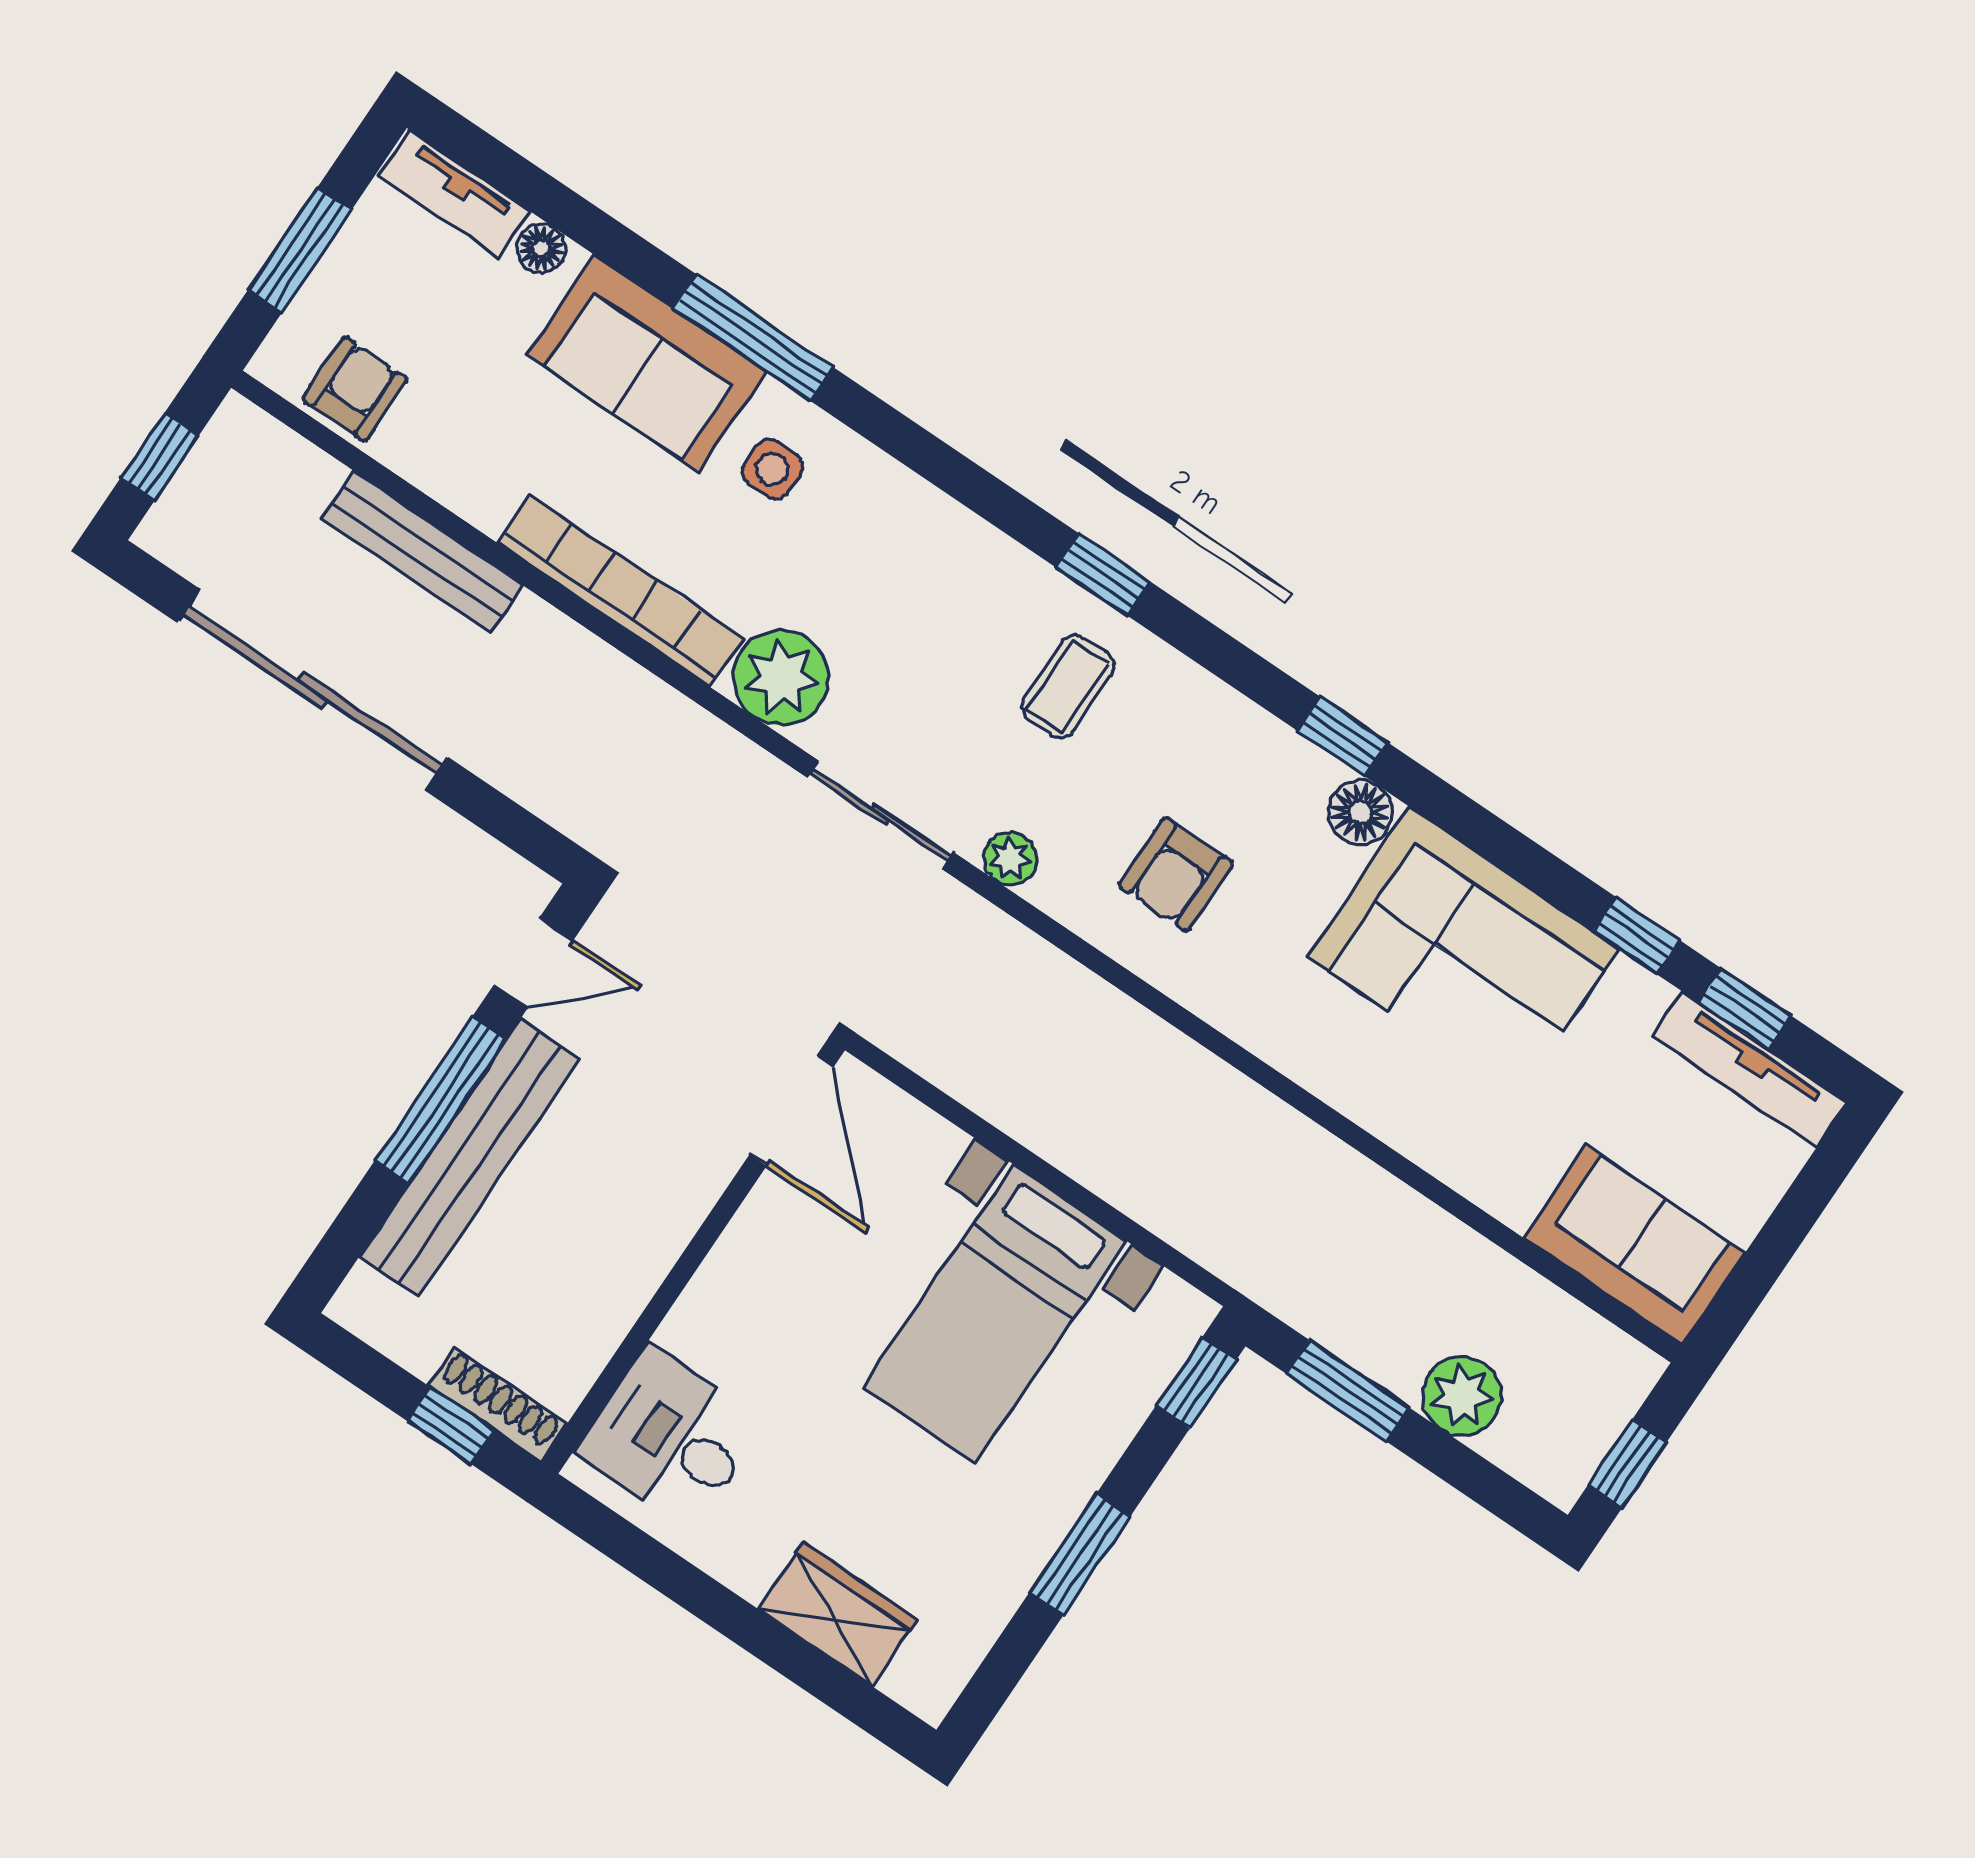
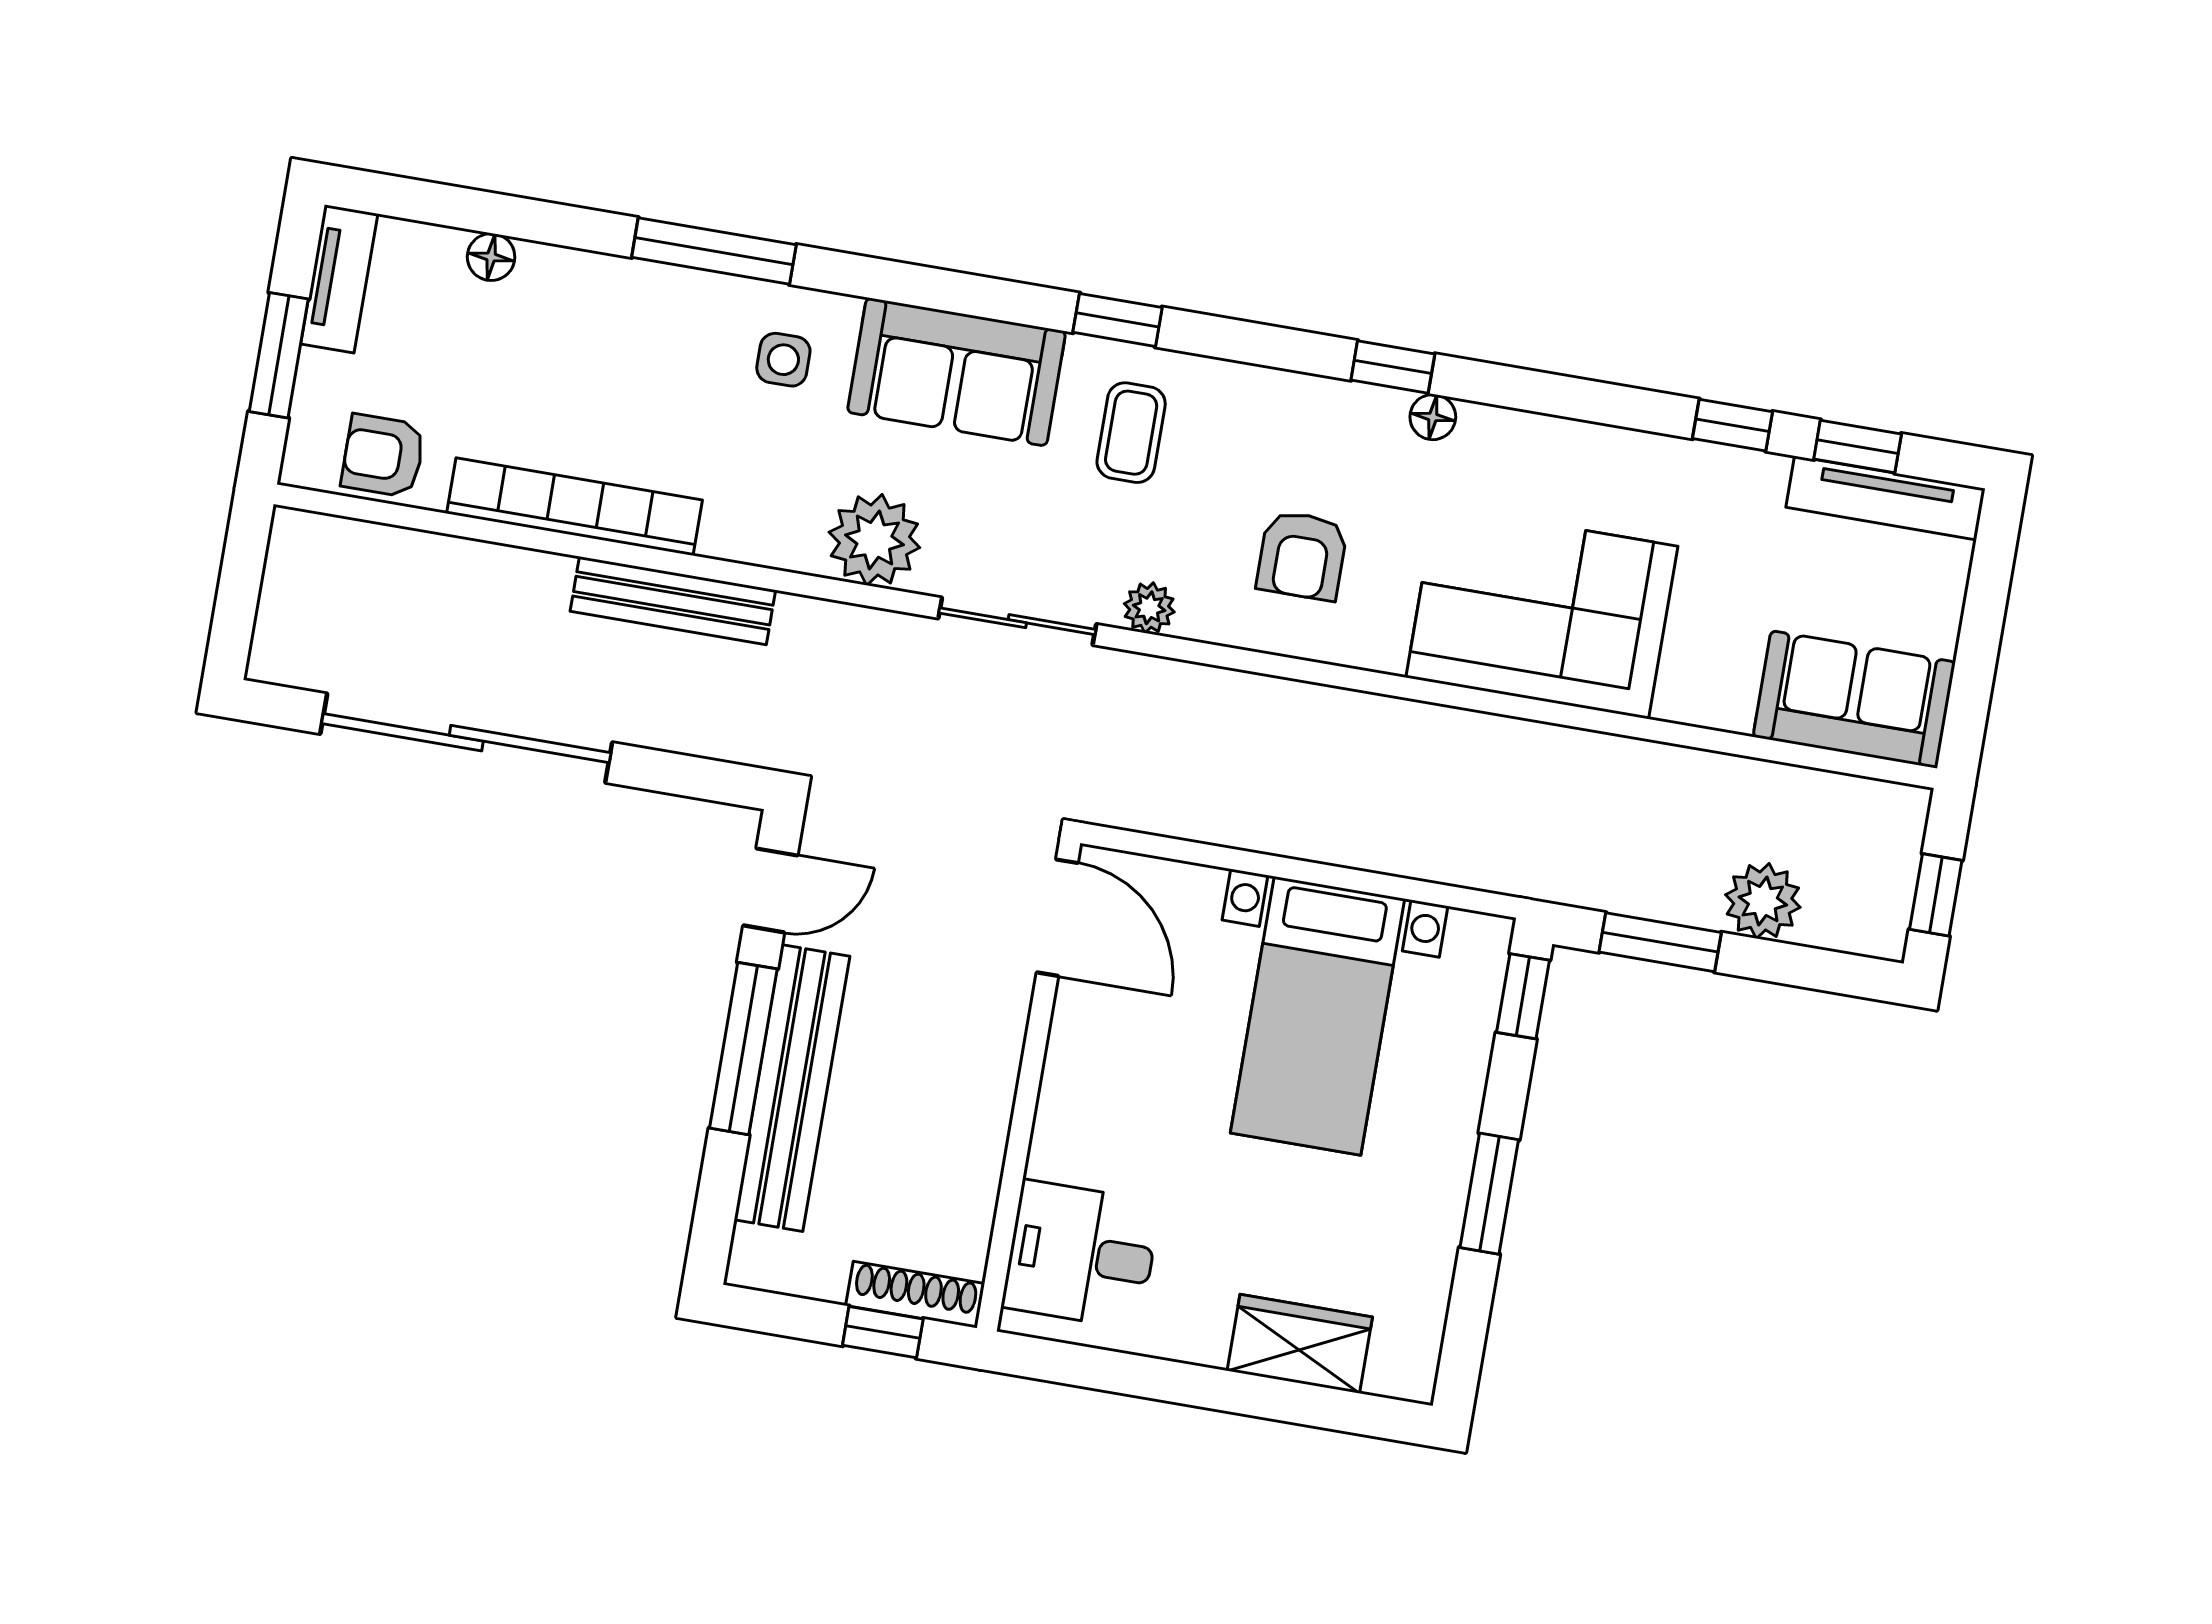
tv unit: (454, 193) -> (339, 279), moved, turned -90
sofa: (647, 363) -> (957, 372), moved
armchair: (355, 389) -> (383, 456), turned -90
window: (159, 457) -> (238, 594), removed
bench: (423, 552) -> (673, 601), moved
bookcase: (620, 591) -> (575, 507), moved
floor lamp: (1360, 812) -> (1433, 417), width x0.73, depth x0.73
corner sofa: (1464, 953) -> (1542, 612), moved, turned 180

